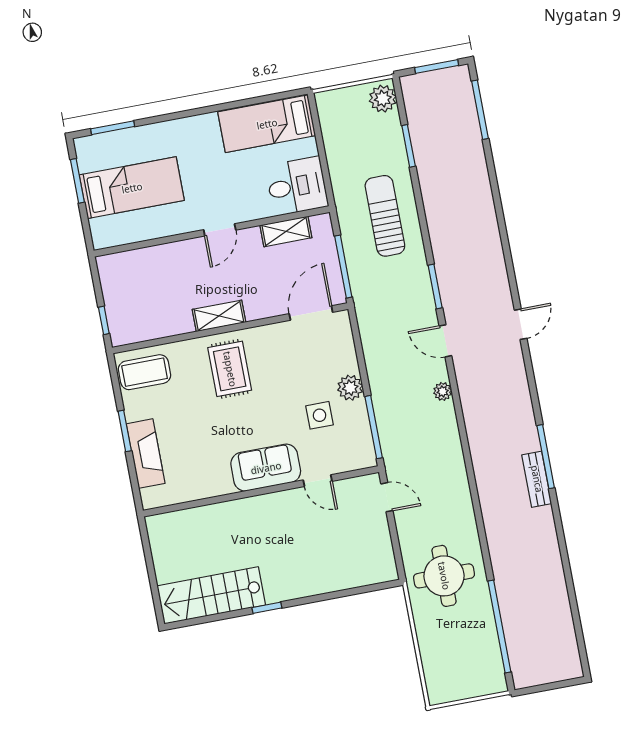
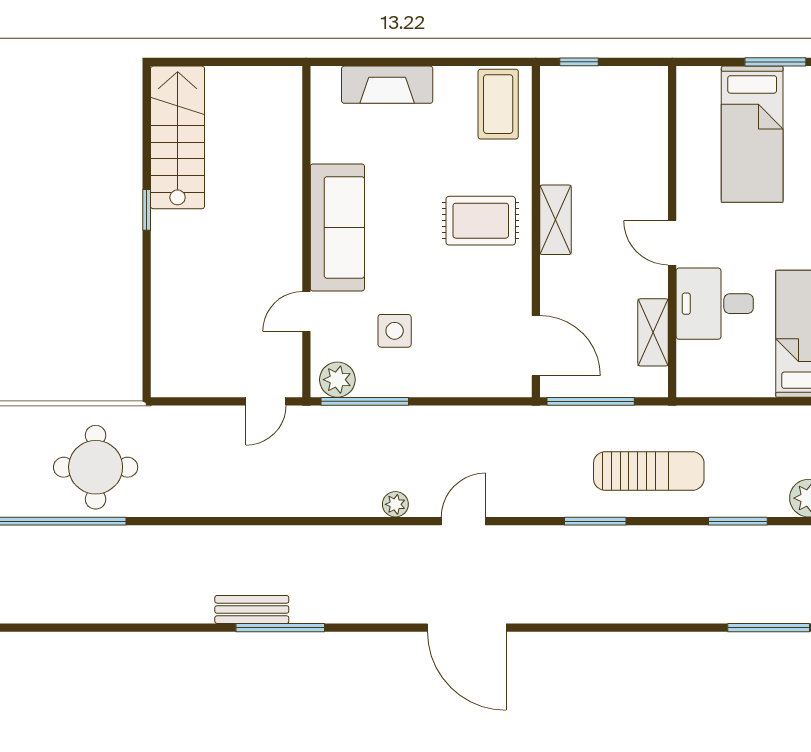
desk: (297, 186) -> (715, 304), moved, turned 90
window: (435, 286) -> (595, 521), moved
door: (521, 324) -> (467, 628), width x1.87
plant: (350, 388) -> (337, 380), moved
window: (125, 431) -> (423, 62), removed
sofa: (266, 468) -> (337, 227), width x1.36
round table: (444, 576) -> (96, 467), moved

